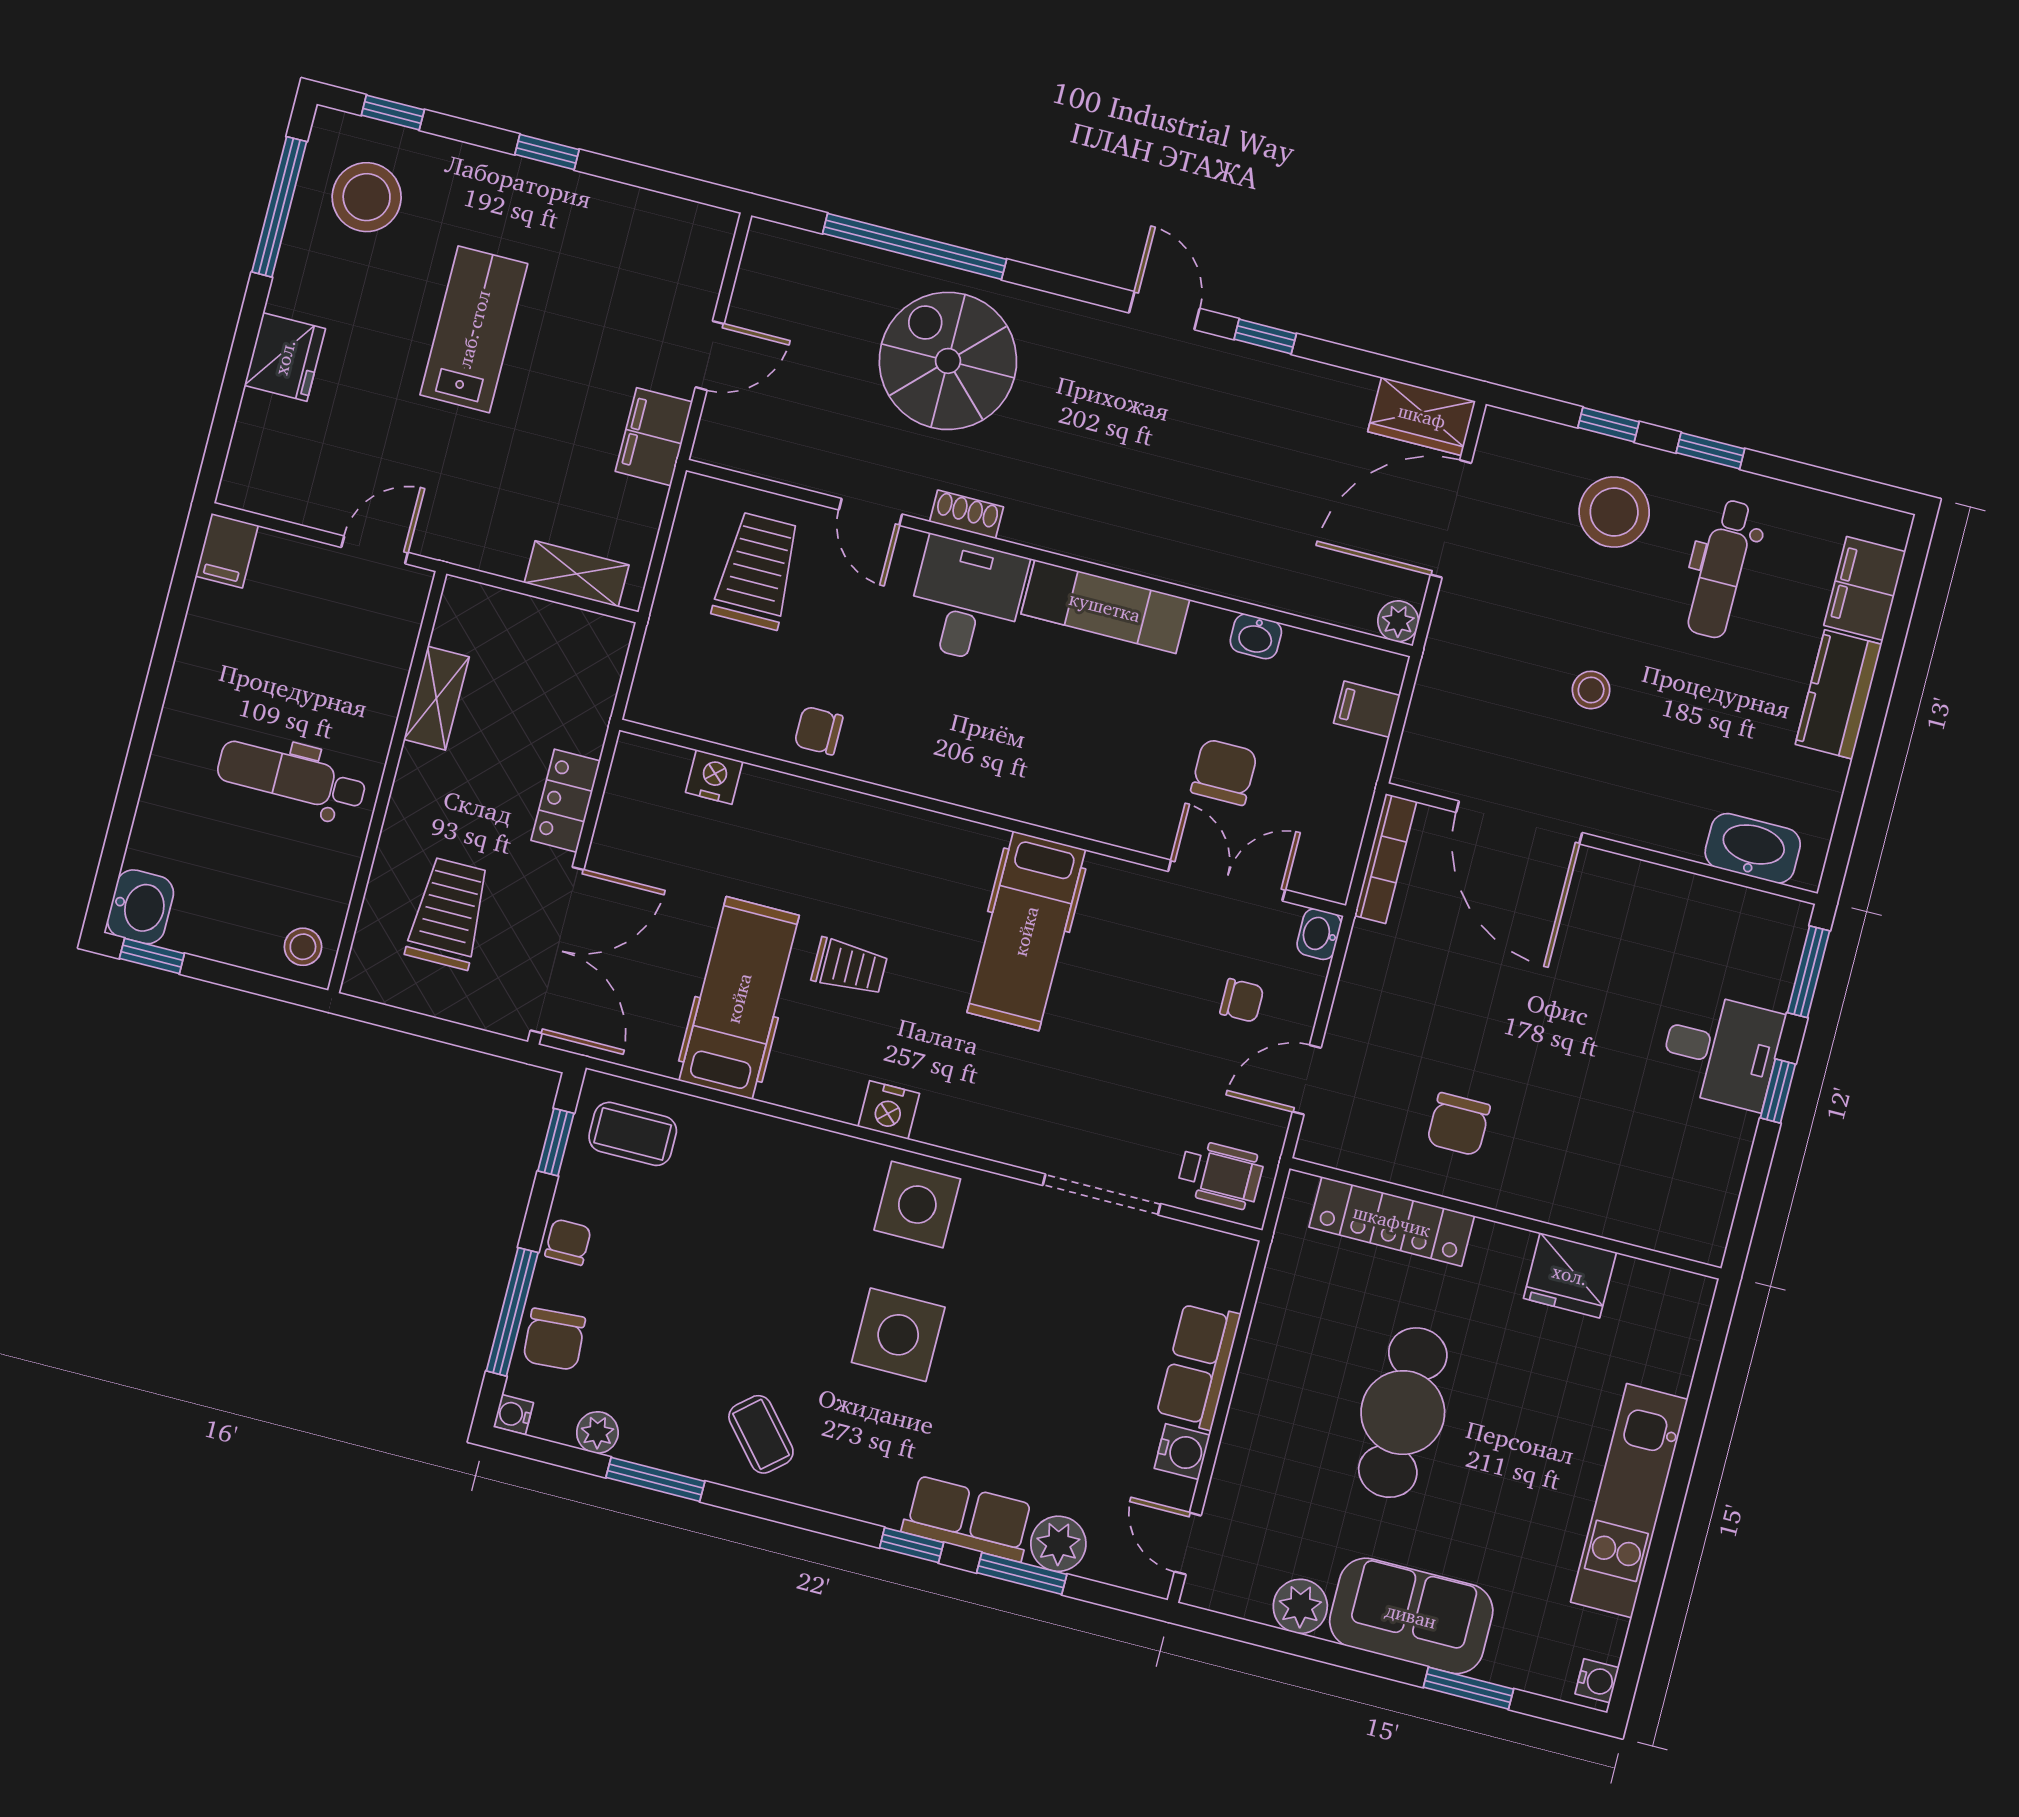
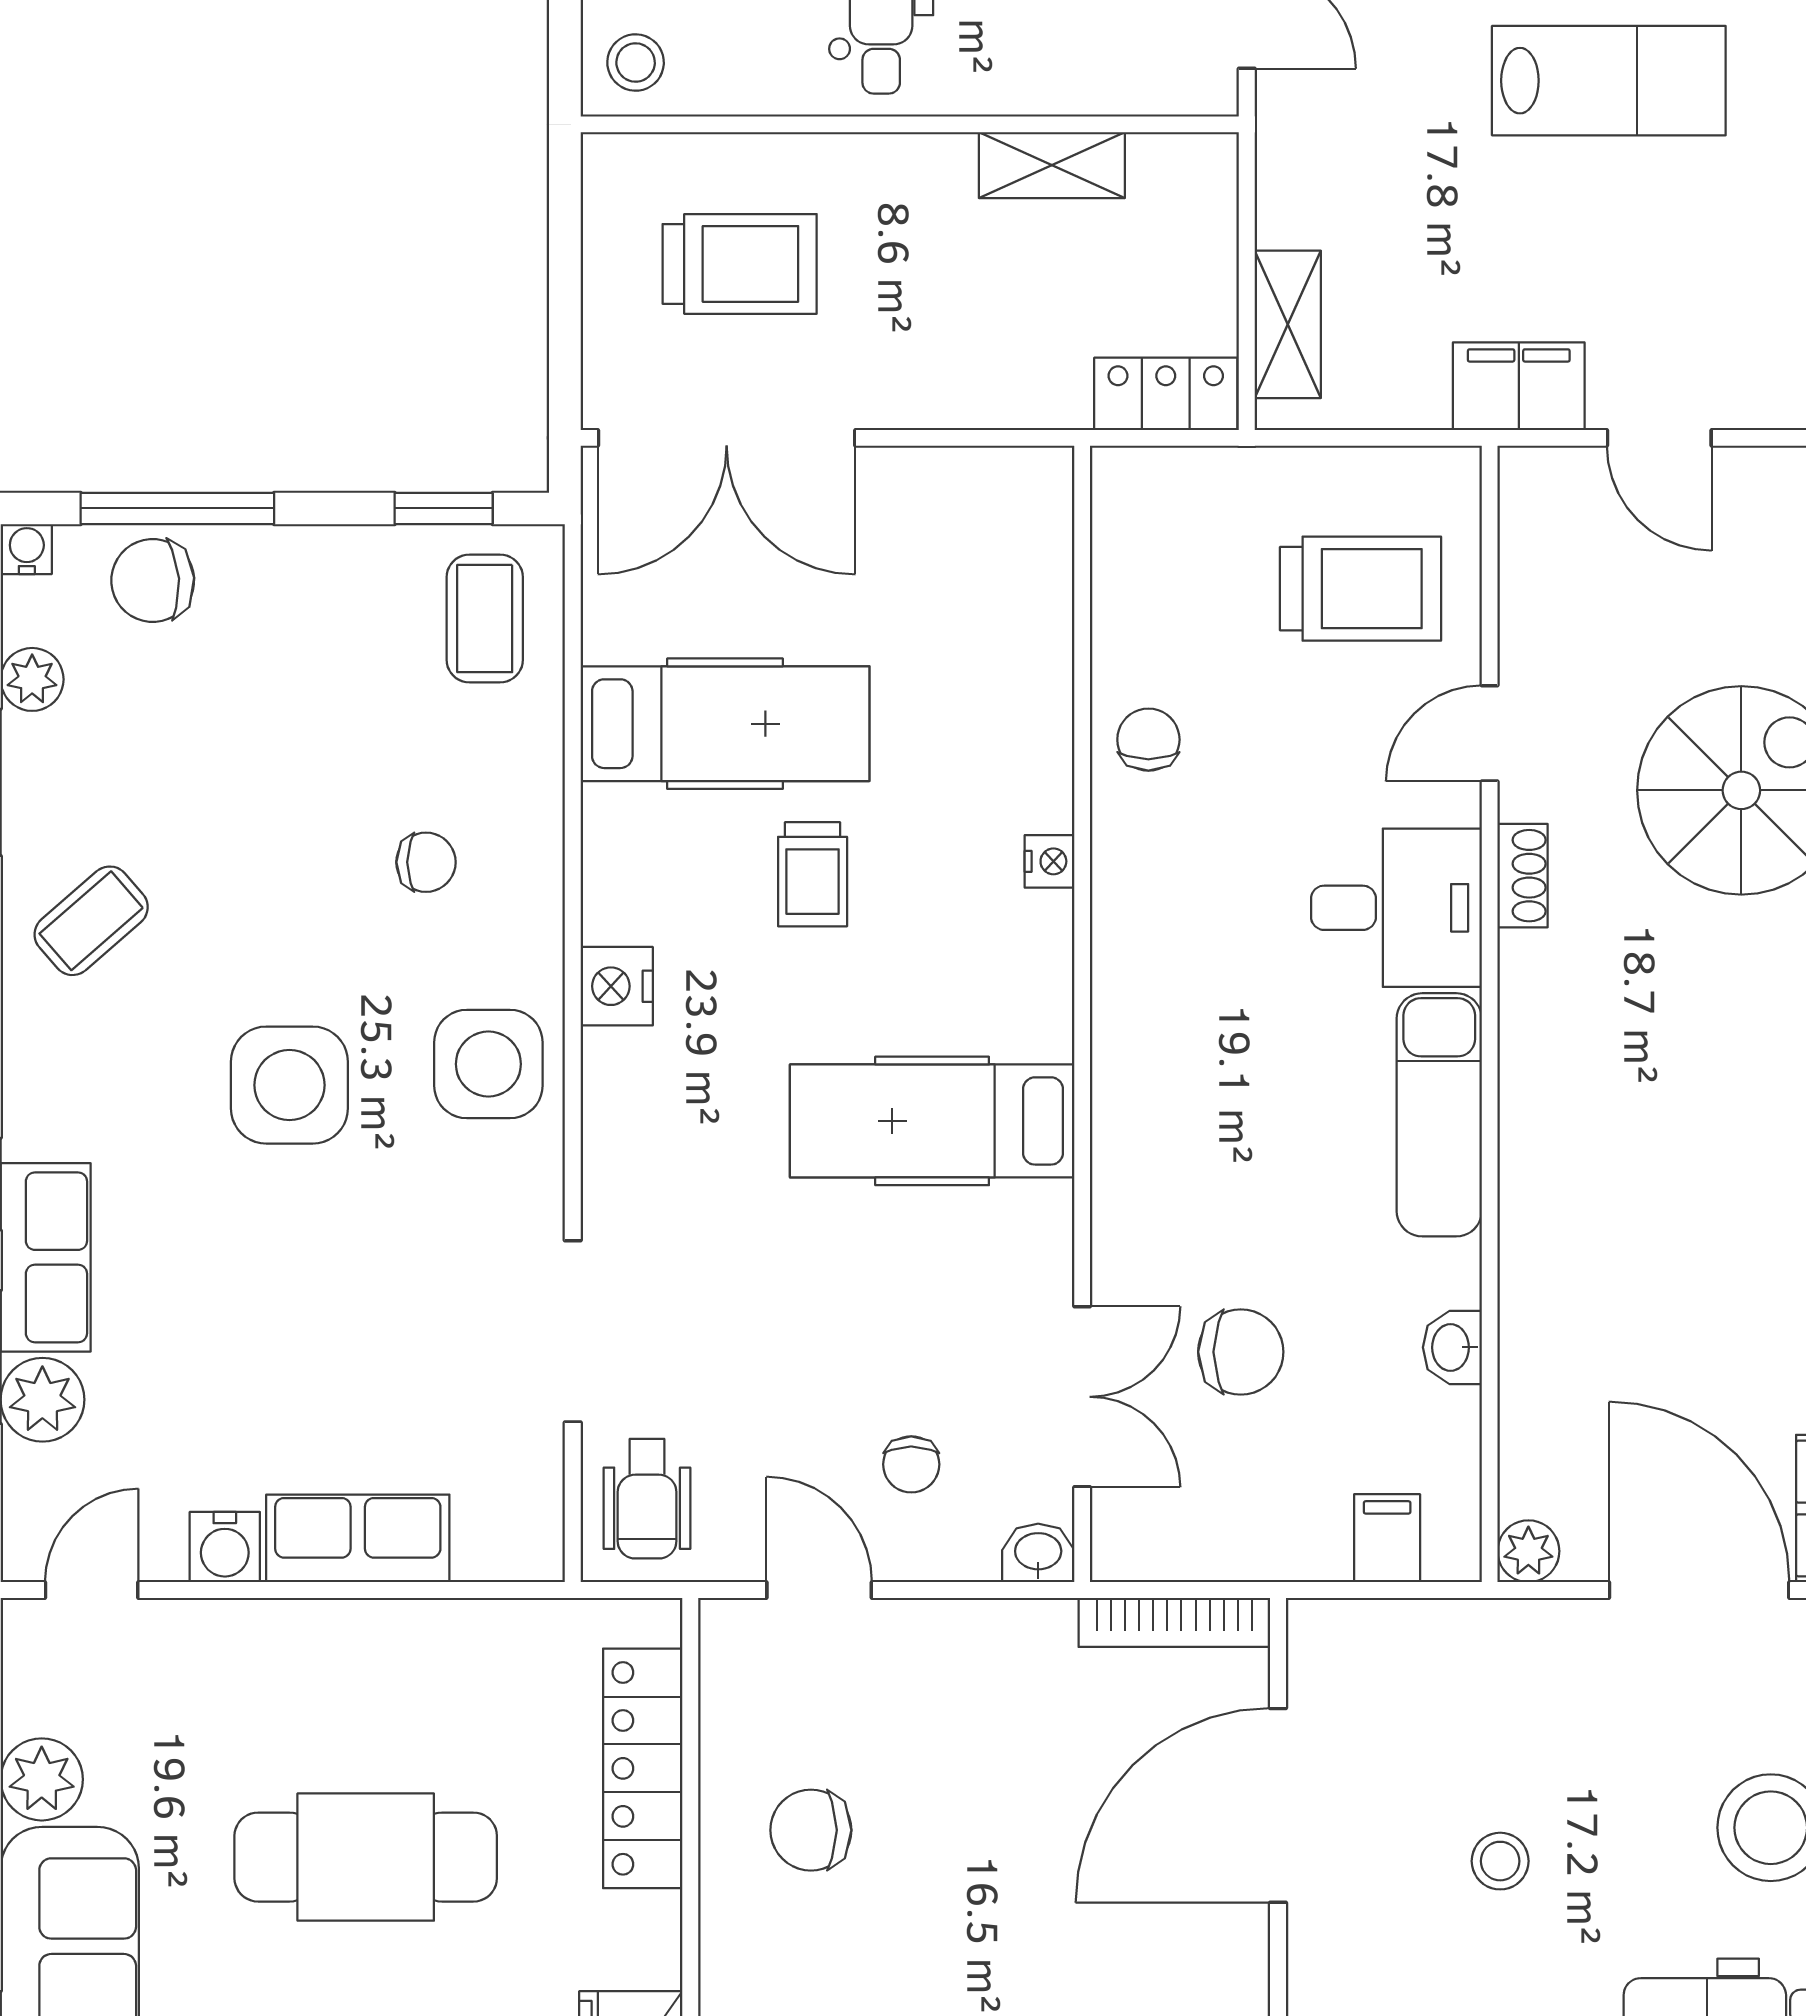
nightstand: (714, 777) -> (1049, 861), moved, width x0.72, depth x0.74
locker: (566, 801) -> (1166, 394), moved
chair: (568, 1242) -> (426, 862), moved

